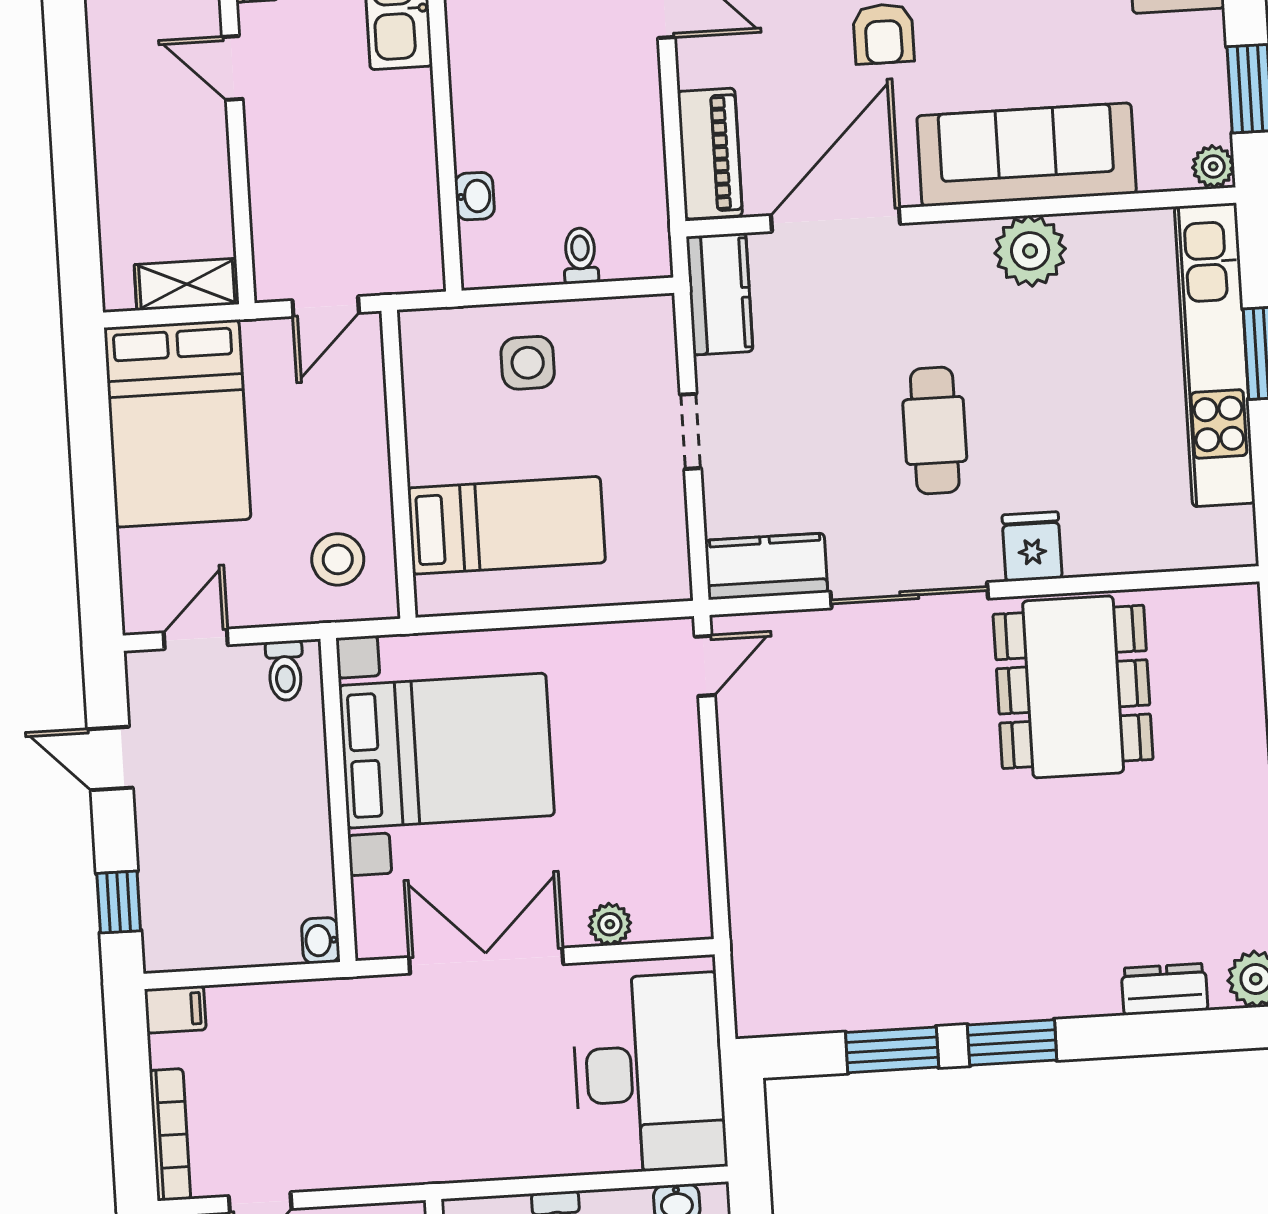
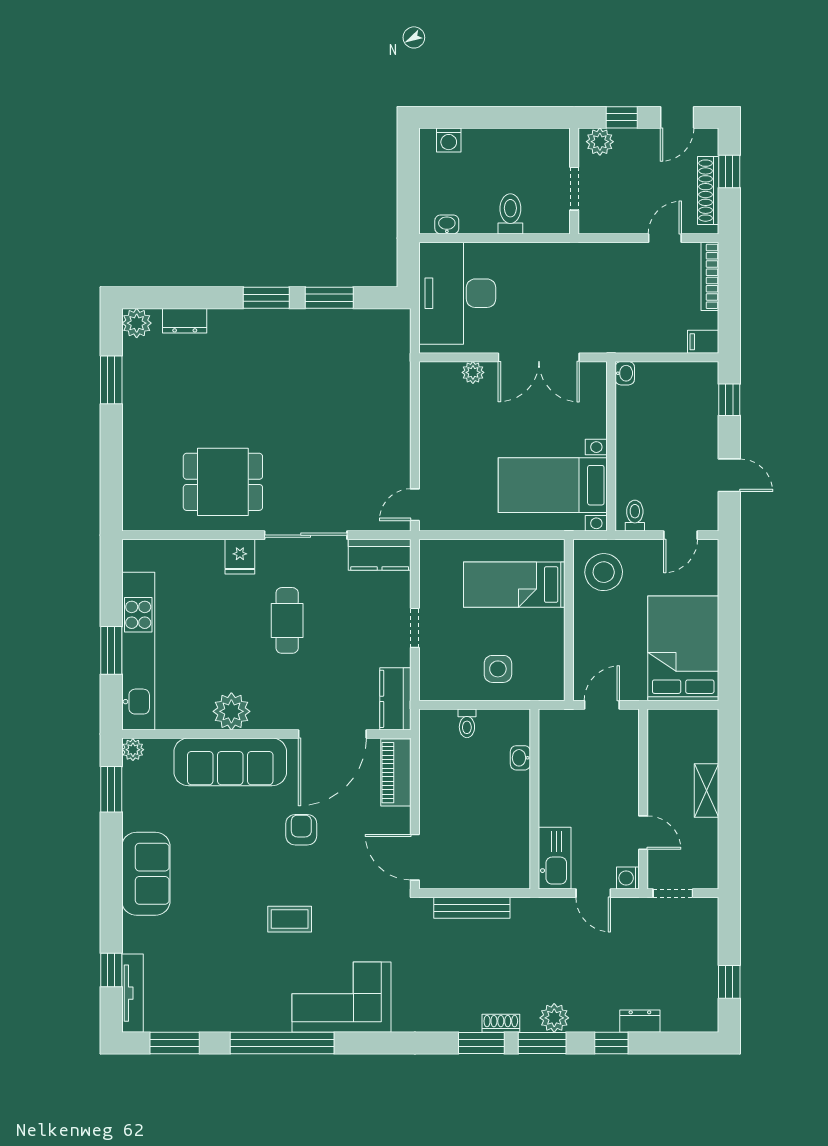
shelving: (187, 284) -> (707, 790), moved, turned 90
stool: (338, 559) -> (604, 572), width x1.38, depth x1.38
dining table: (1073, 687) -> (223, 482), width x0.73
bed with nightstands: (446, 751) -> (553, 485), width x0.73

